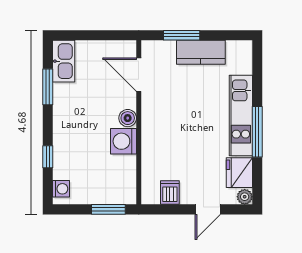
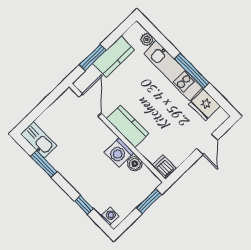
door: (139, 75) -> (90, 105), swing flipped
boiler: (128, 118) -> (135, 164), moved
kitchen counter: (153, 125) -> (128, 126), added
dishwasher: (170, 192) -> (164, 167), moved
plant: (245, 197) -> (147, 40), moved

